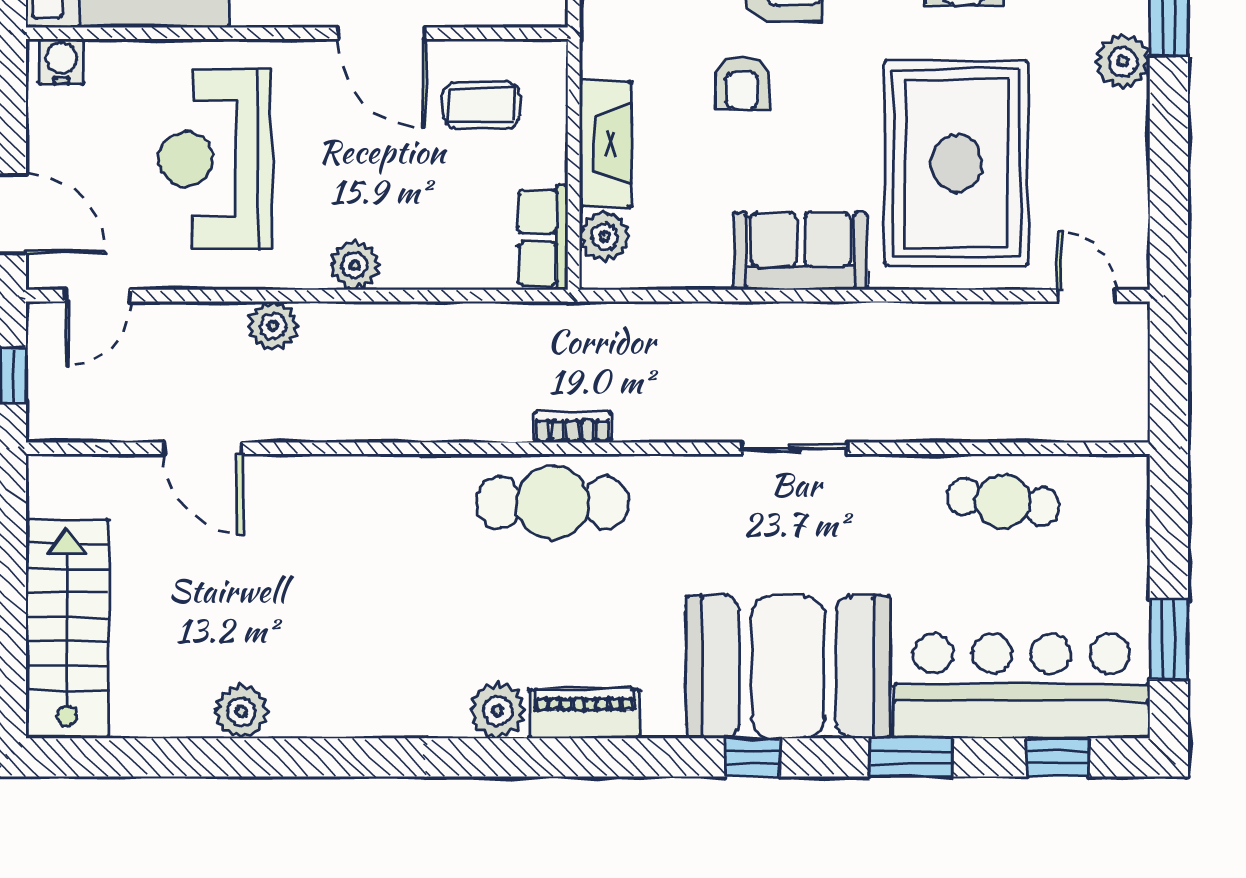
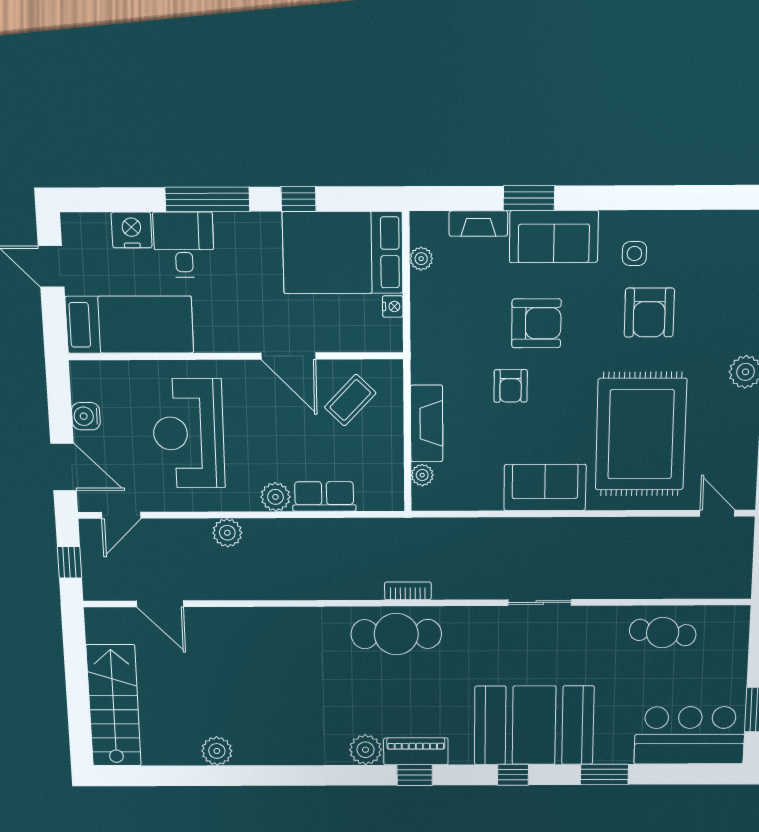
water cooler: (61, 62) -> (86, 416), moved, turned -90
coffee table: (481, 105) -> (350, 400), turned -46
plant: (605, 236) -> (422, 475), width x0.73, depth x0.73
row of seats: (543, 238) -> (324, 496), moved, turned 90
door: (203, 448) -> (160, 604), moved
bar counter: (1022, 686) -> (690, 735), width x0.73
window: (1058, 757) -> (415, 775), moved

